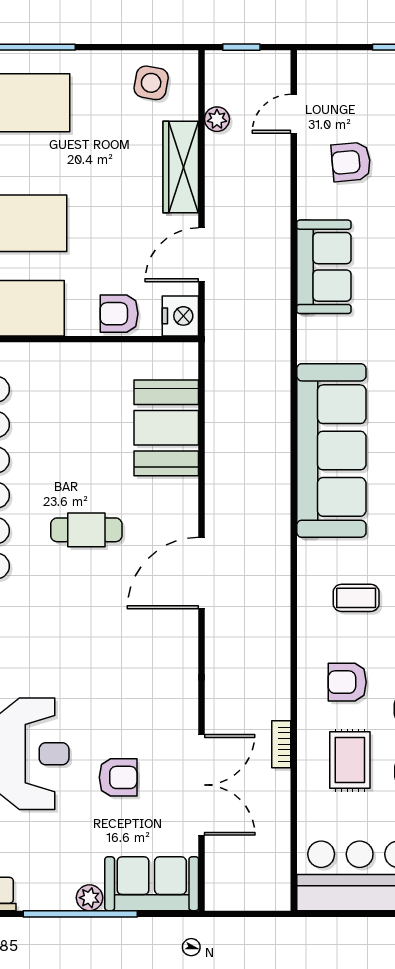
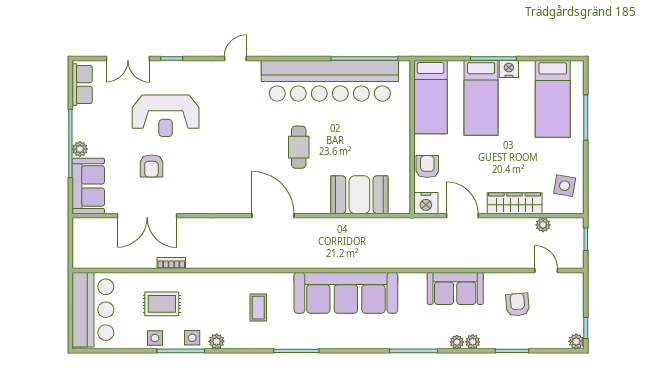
armchair: (347, 682) -> (208, 302), removed

